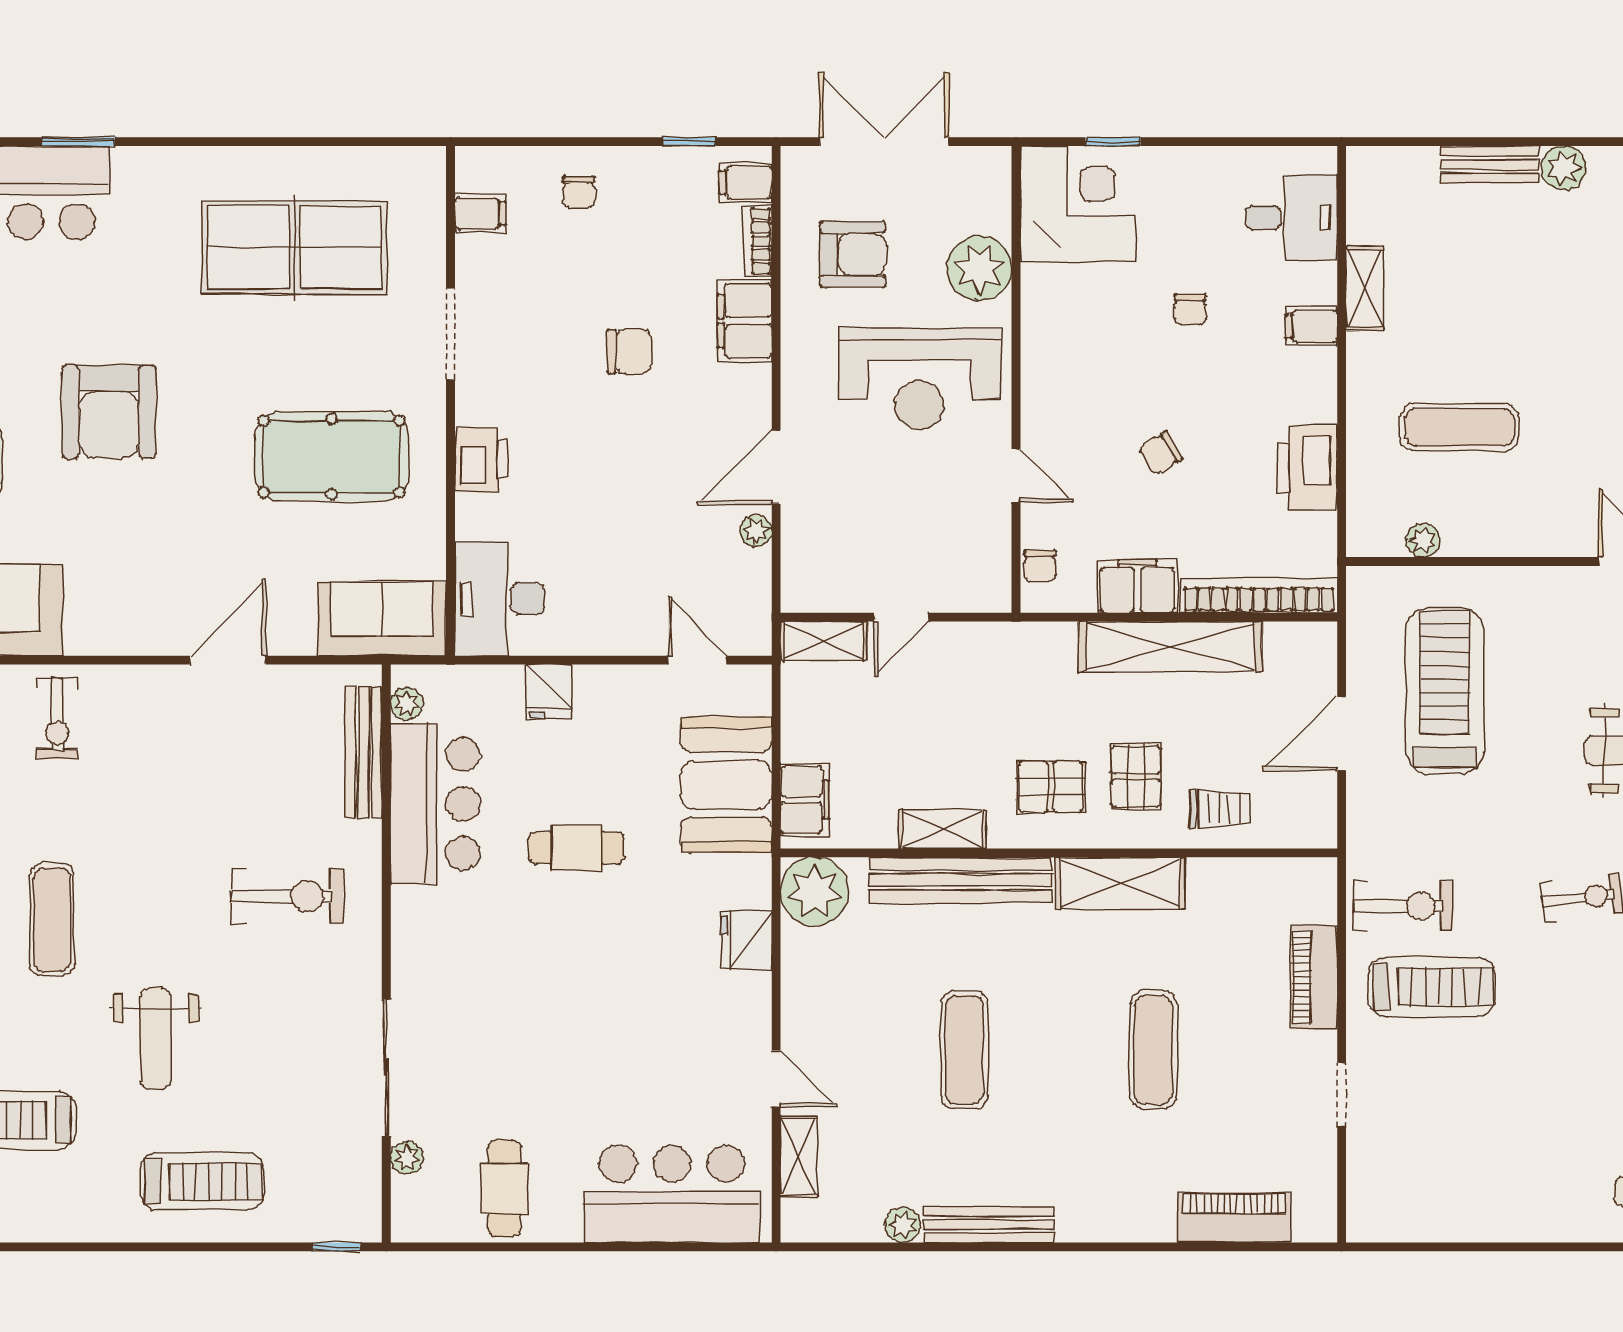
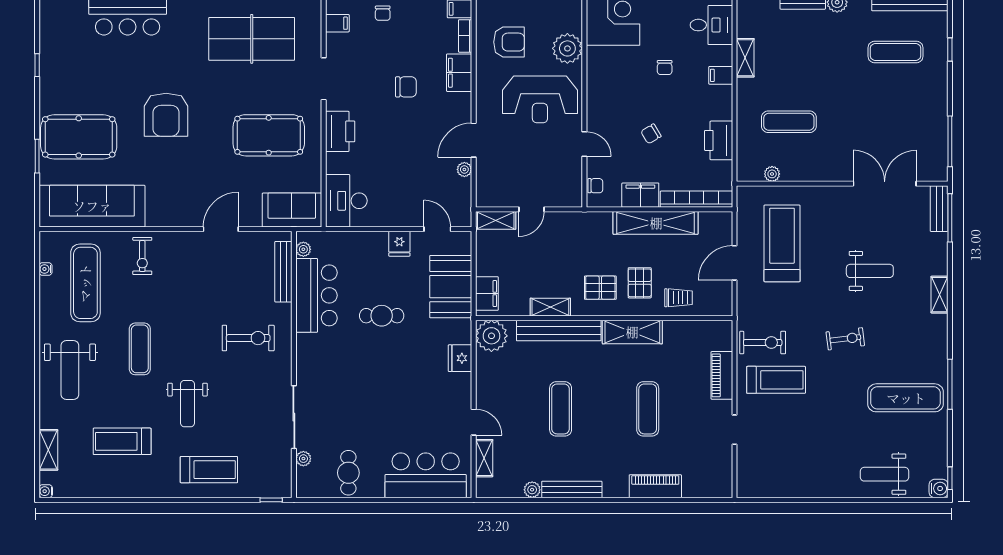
printer: (481, 460) -> (340, 131), width x1.37, depth x1.19
chair: (1040, 566) -> (595, 186), turned -90
fridge: (549, 692) -> (399, 244), moved
piano: (1234, 1218) -> (655, 486), moved

